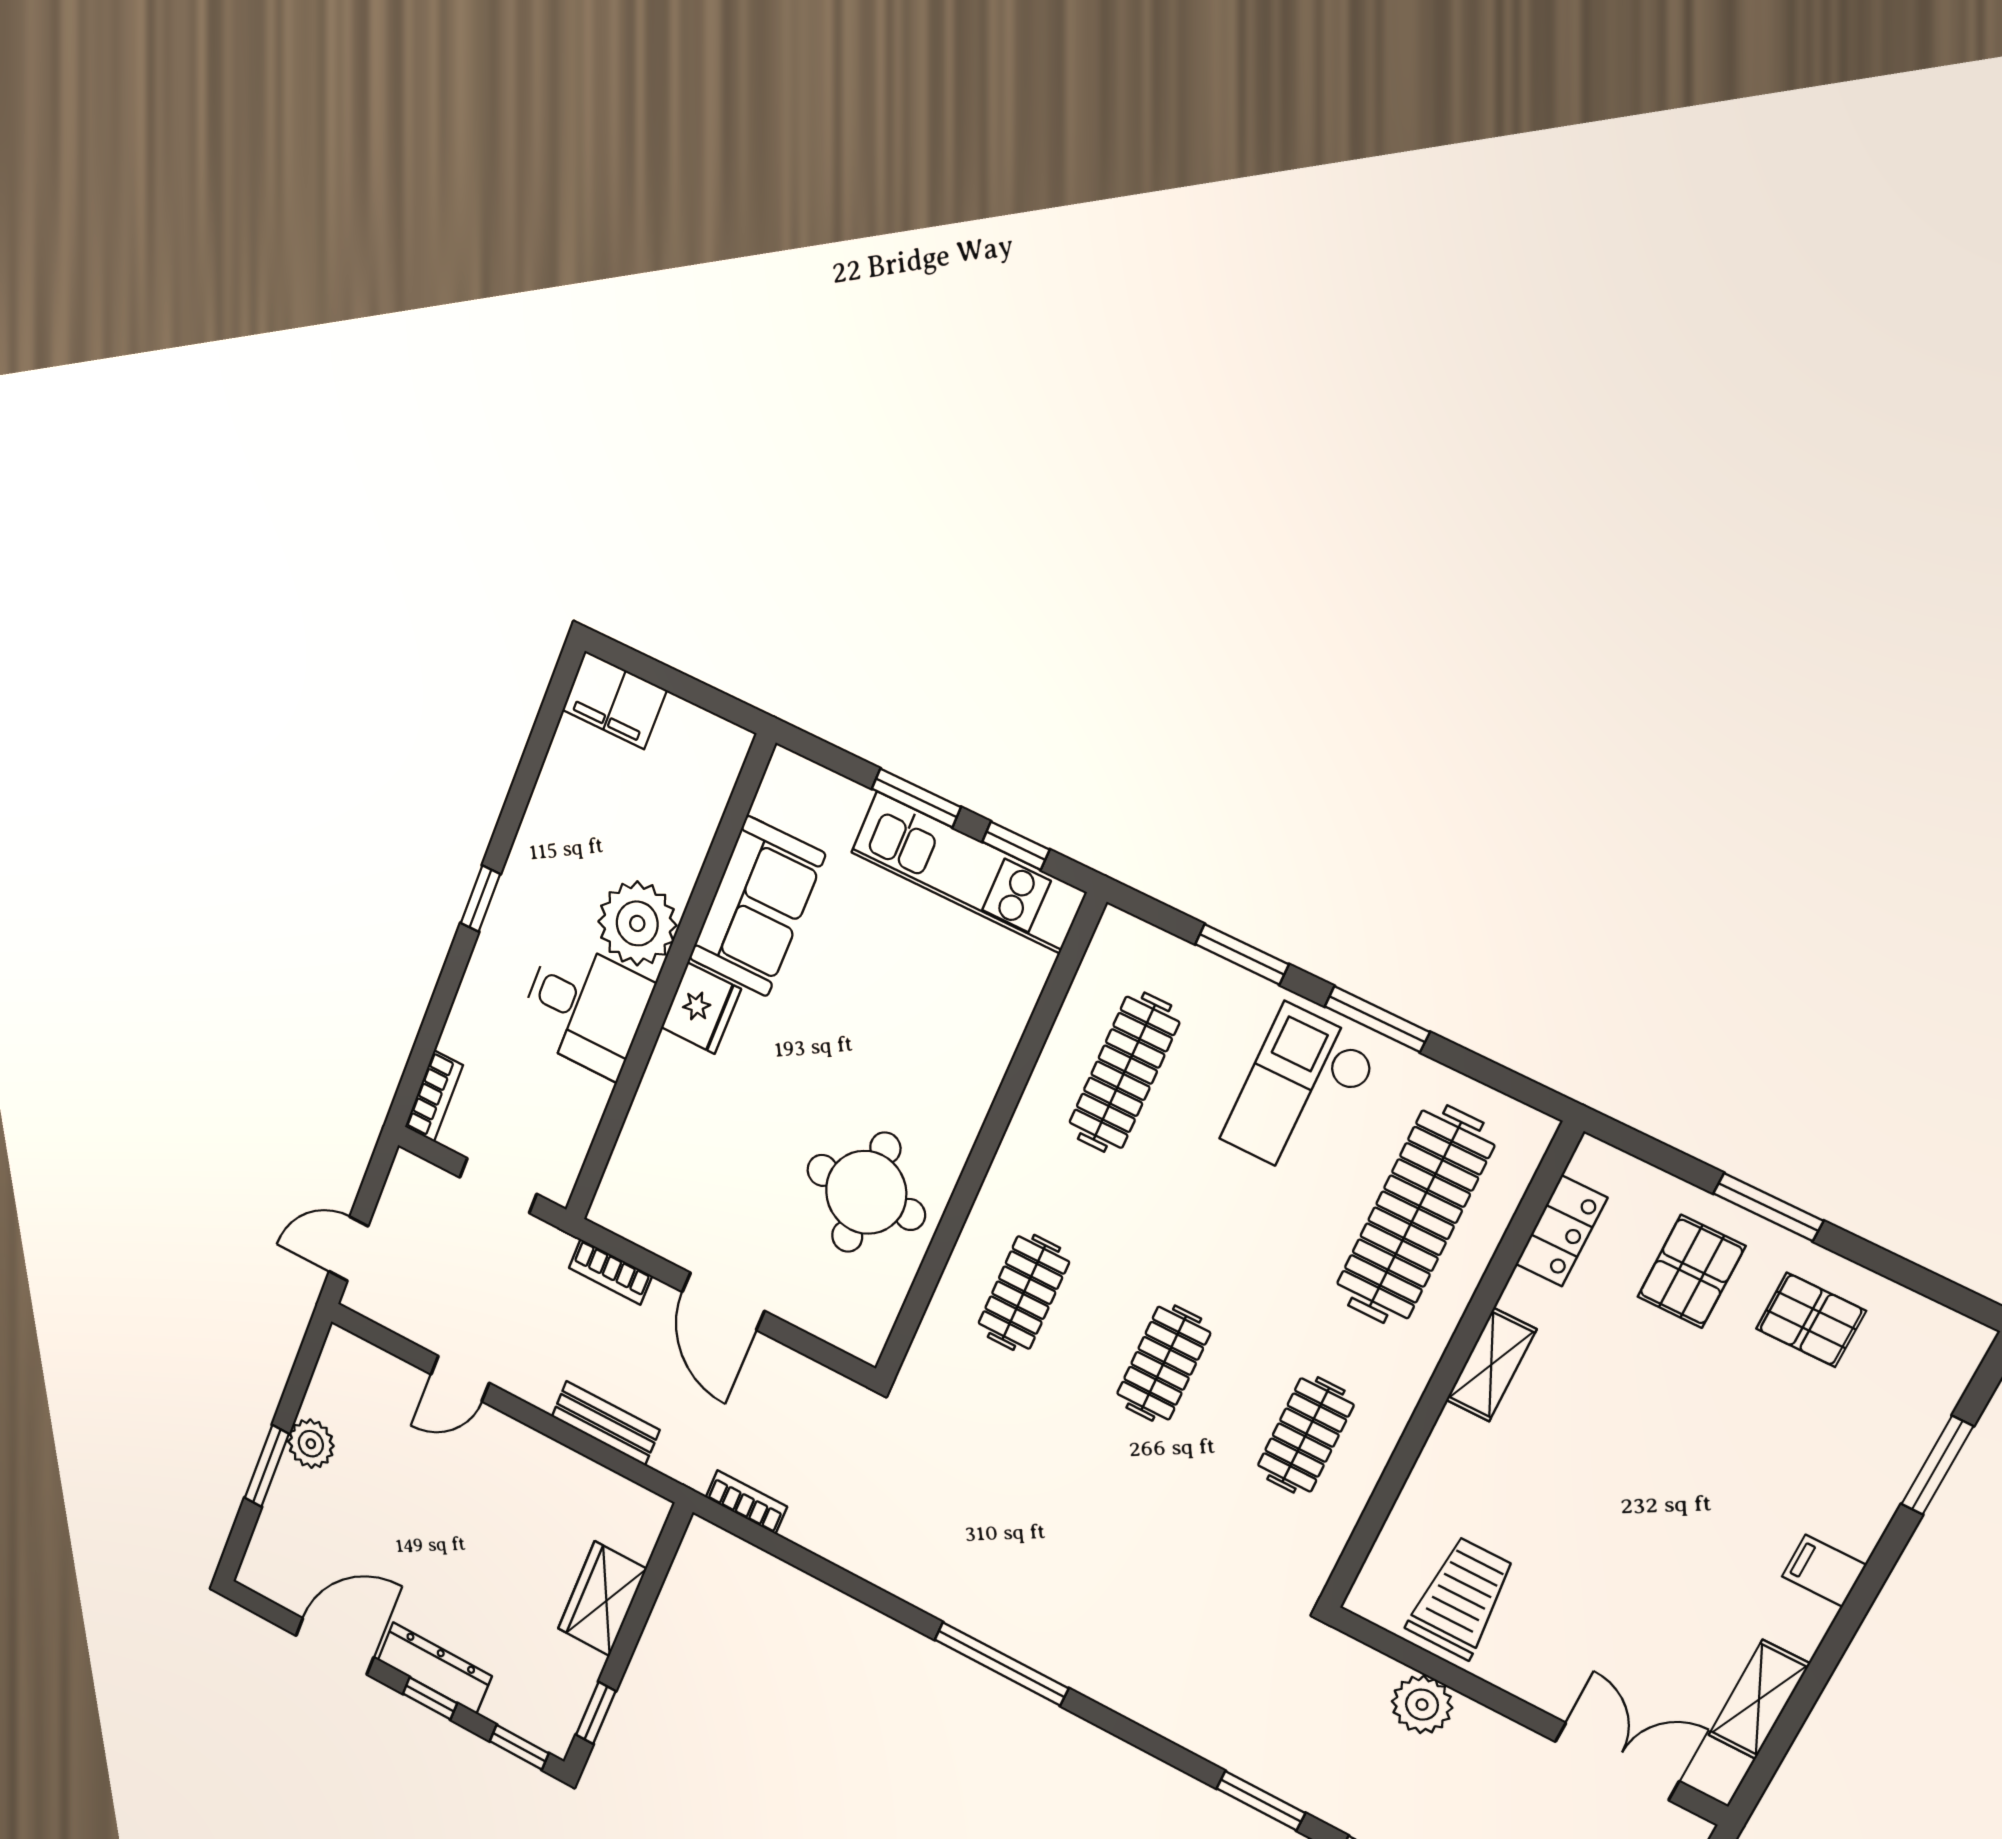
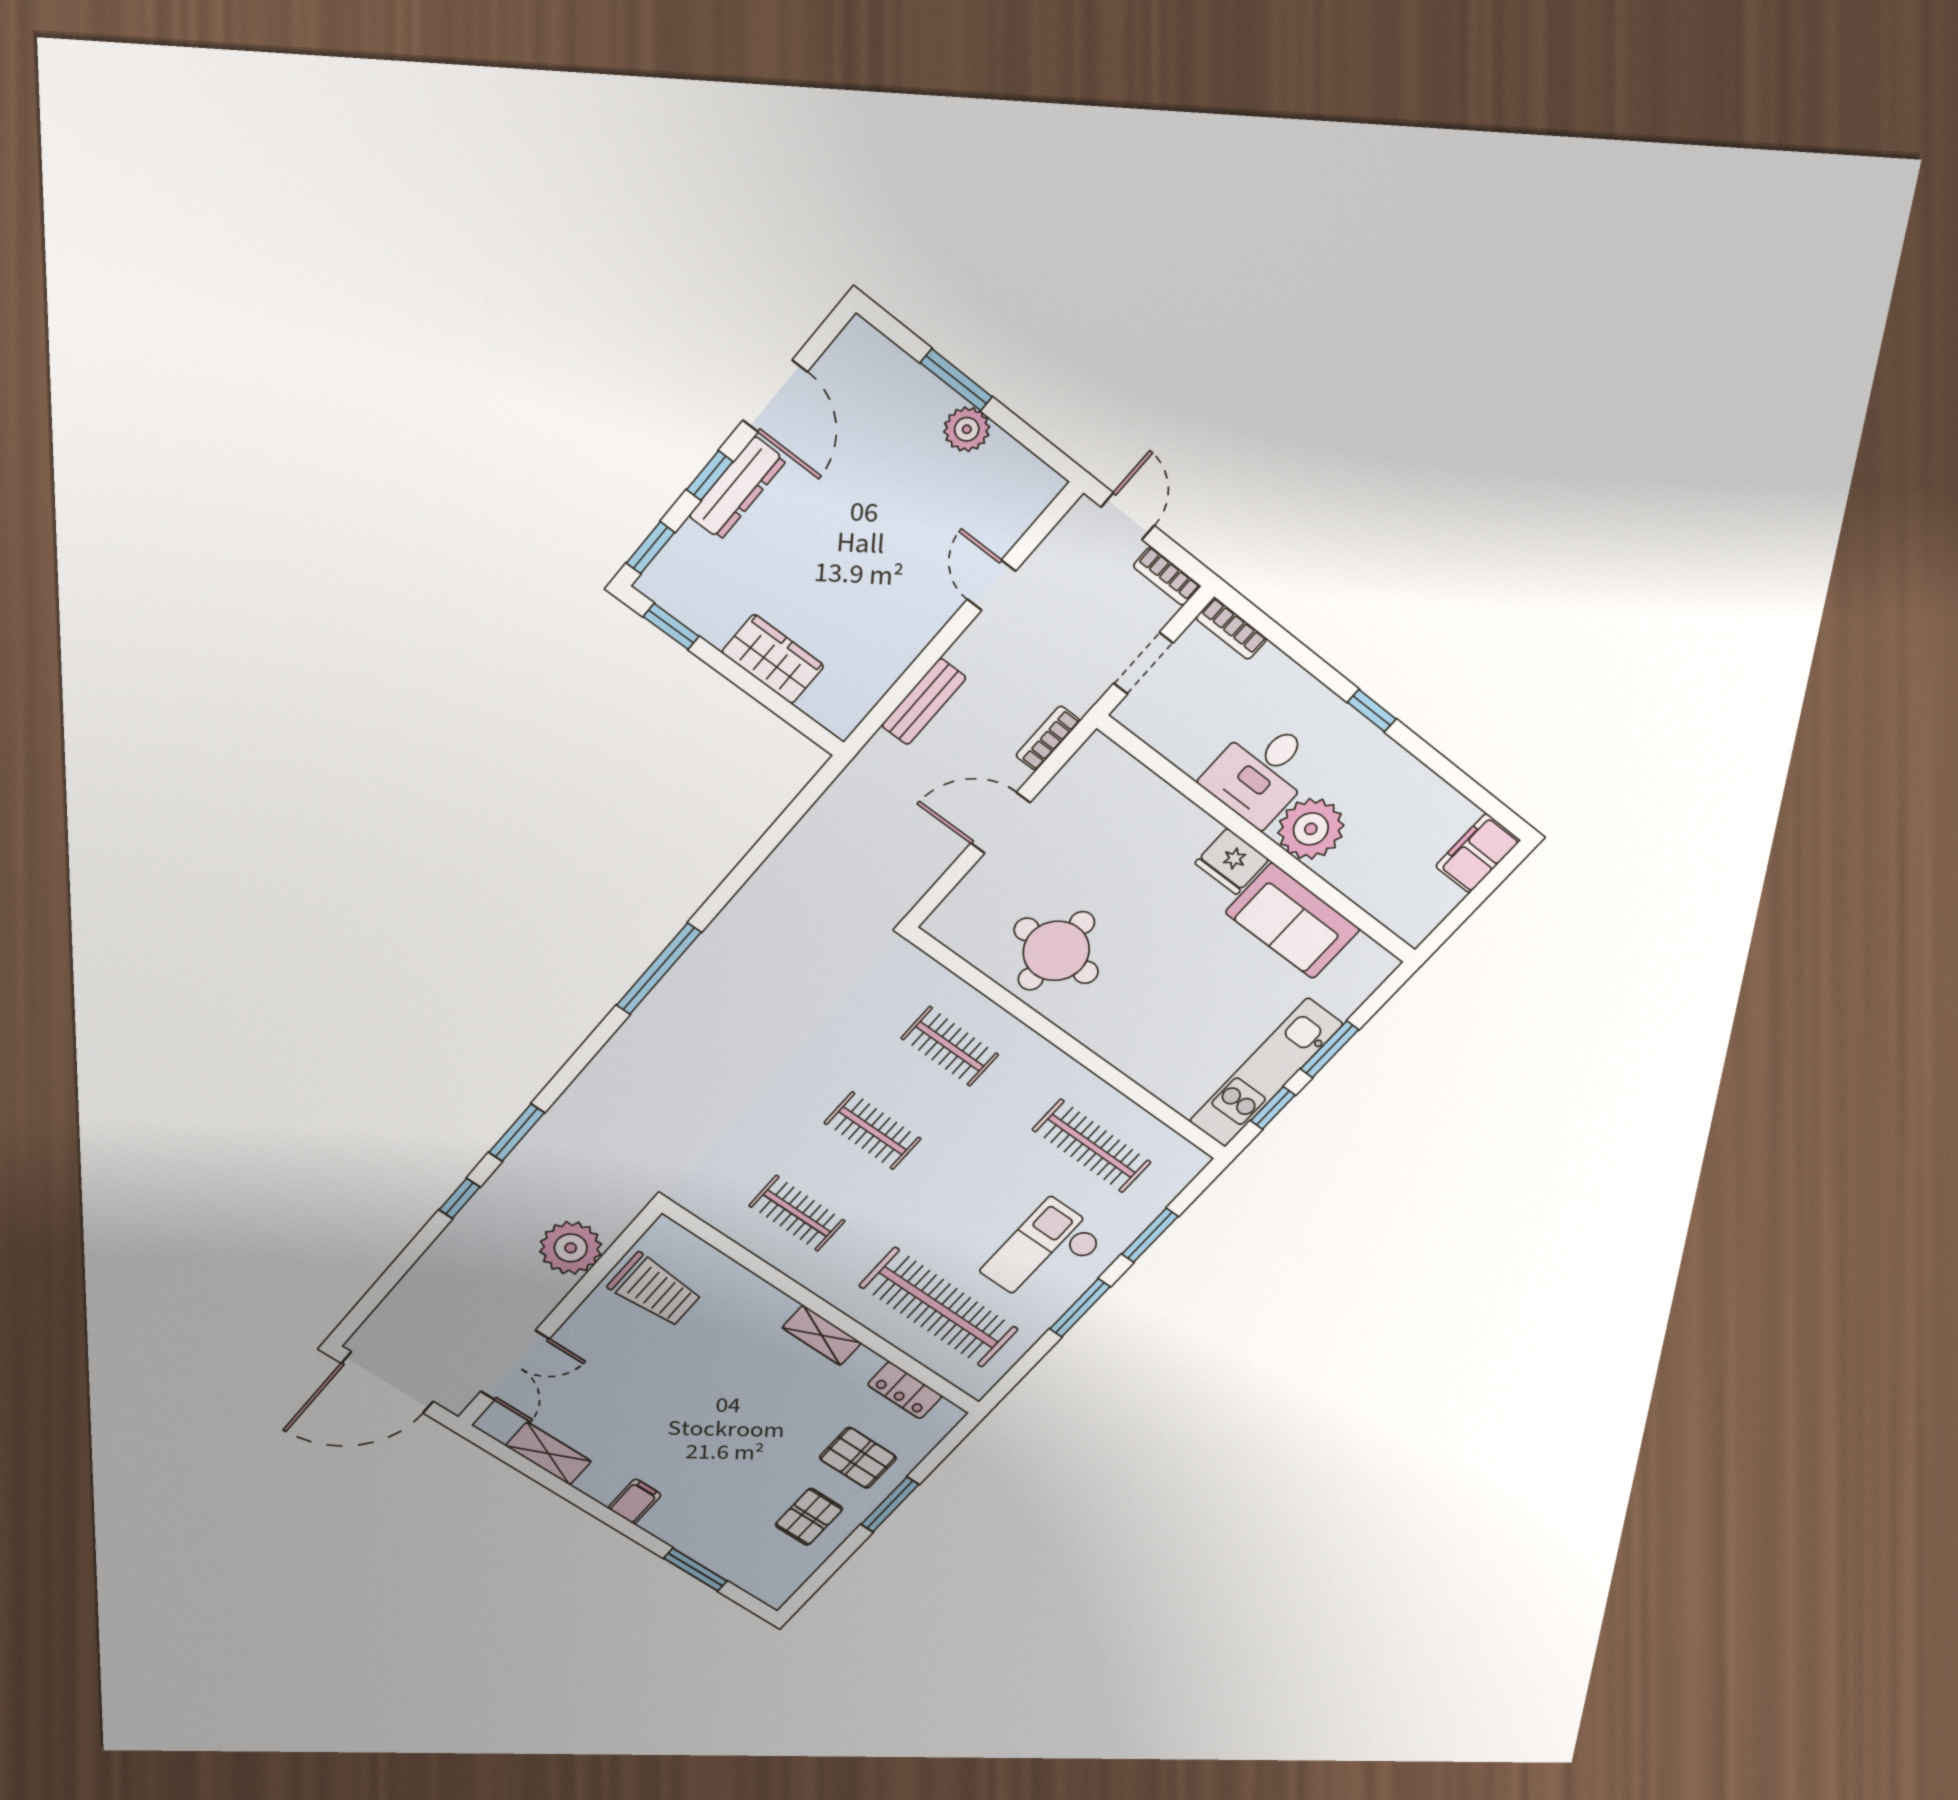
checkout: (1300, 1094) -> (1043, 1253), turned -90
bookcase: (746, 1502) -> (1167, 576), moved, turned 90
plant: (1422, 1705) -> (571, 1248), width x1.36, depth x1.36

